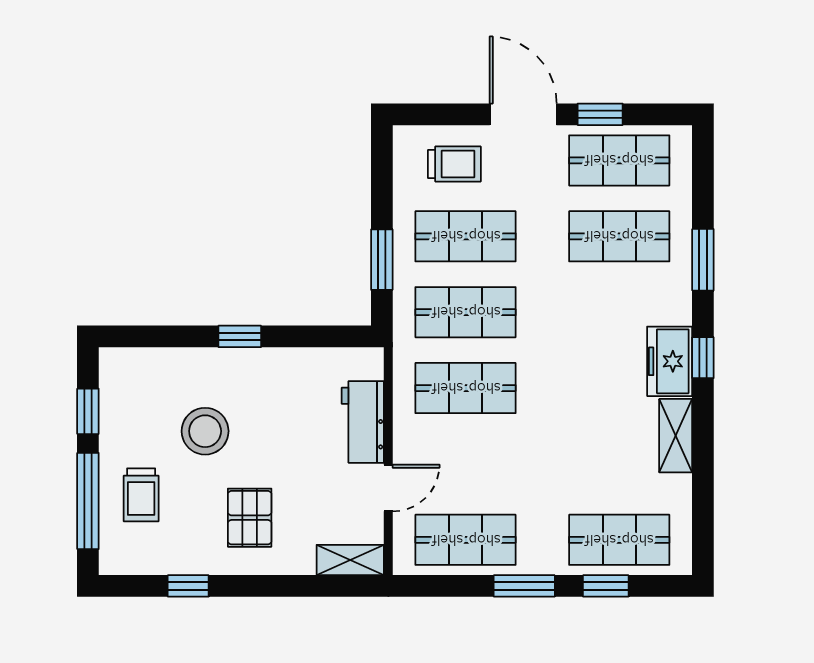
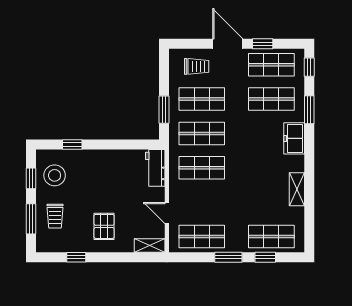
window: (240, 336) -> (72, 144), moved
window: (703, 358) -> (309, 67), moved
freezer: (670, 361) -> (294, 138), moved
workbench: (363, 422) -> (155, 168), moved
stool: (205, 431) -> (55, 175), moved
door: (388, 488) -> (167, 213), swing flipped
window: (88, 501) -> (31, 219), width x0.69

